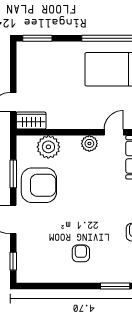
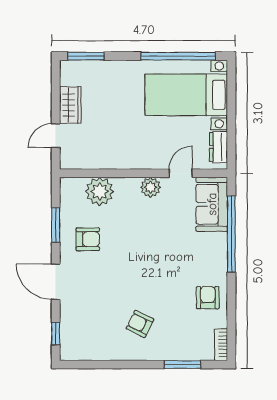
wardrobe: (31, 121) -> (70, 105), moved, turned 90
armchair: (39, 185) -> (88, 239), width x0.53, depth x0.53
armchair: (81, 253) -> (140, 324), turned -64

